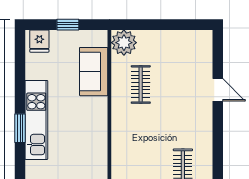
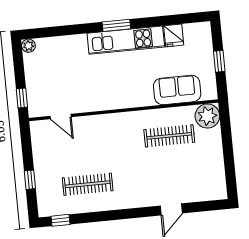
fridge: (39, 41) -> (174, 35), moved, turned -90
clothes rail: (141, 84) -> (169, 136), width x1.36

